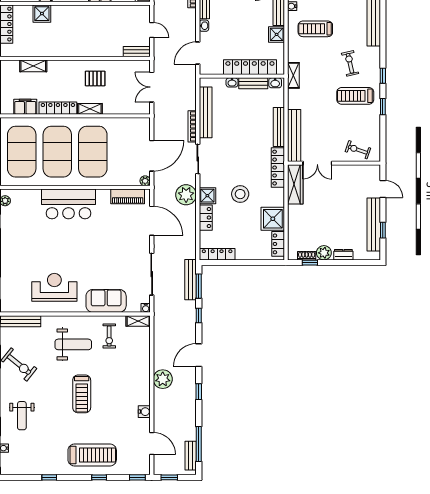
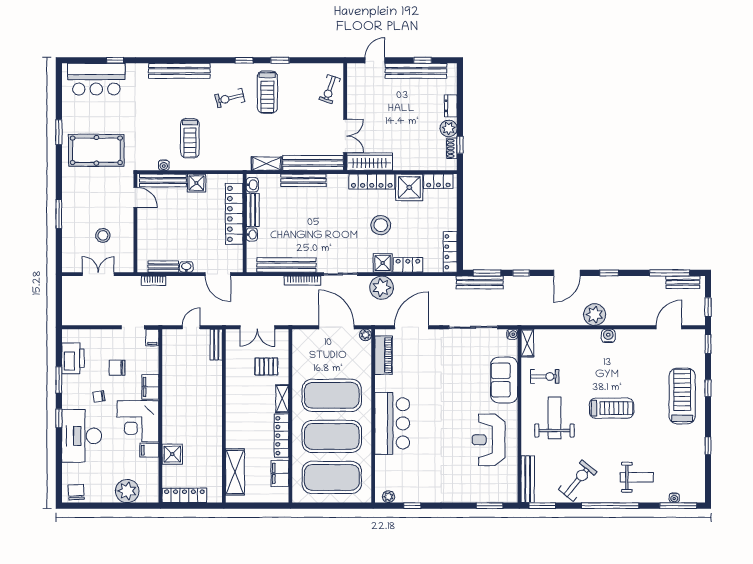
shelving: (33, 66) -> (235, 472), width x1.50, depth x1.33
shelving: (293, 75) -> (267, 164), moved
pallet: (95, 78) -> (266, 367), moved, turned 90
locker: (278, 168) -> (372, 182), moved
door: (199, 355) -> (567, 273), hinge flipped
water cooler: (144, 412) -> (608, 336), moved

